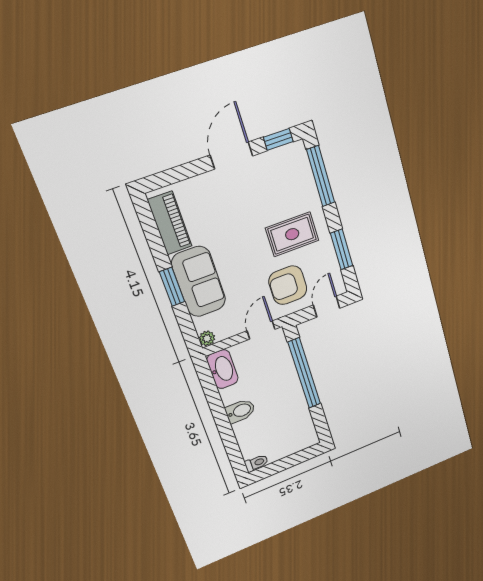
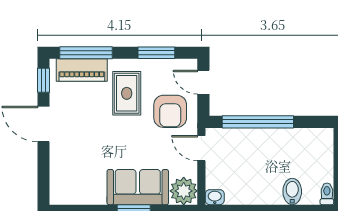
piano: (170, 223) -> (82, 70), moved, turned 180
plant: (207, 338) -> (184, 191), width x1.88, depth x1.88
washbasin: (222, 369) -> (215, 197), width x0.52, depth x0.69
bidet: (240, 411) -> (292, 191), moved

